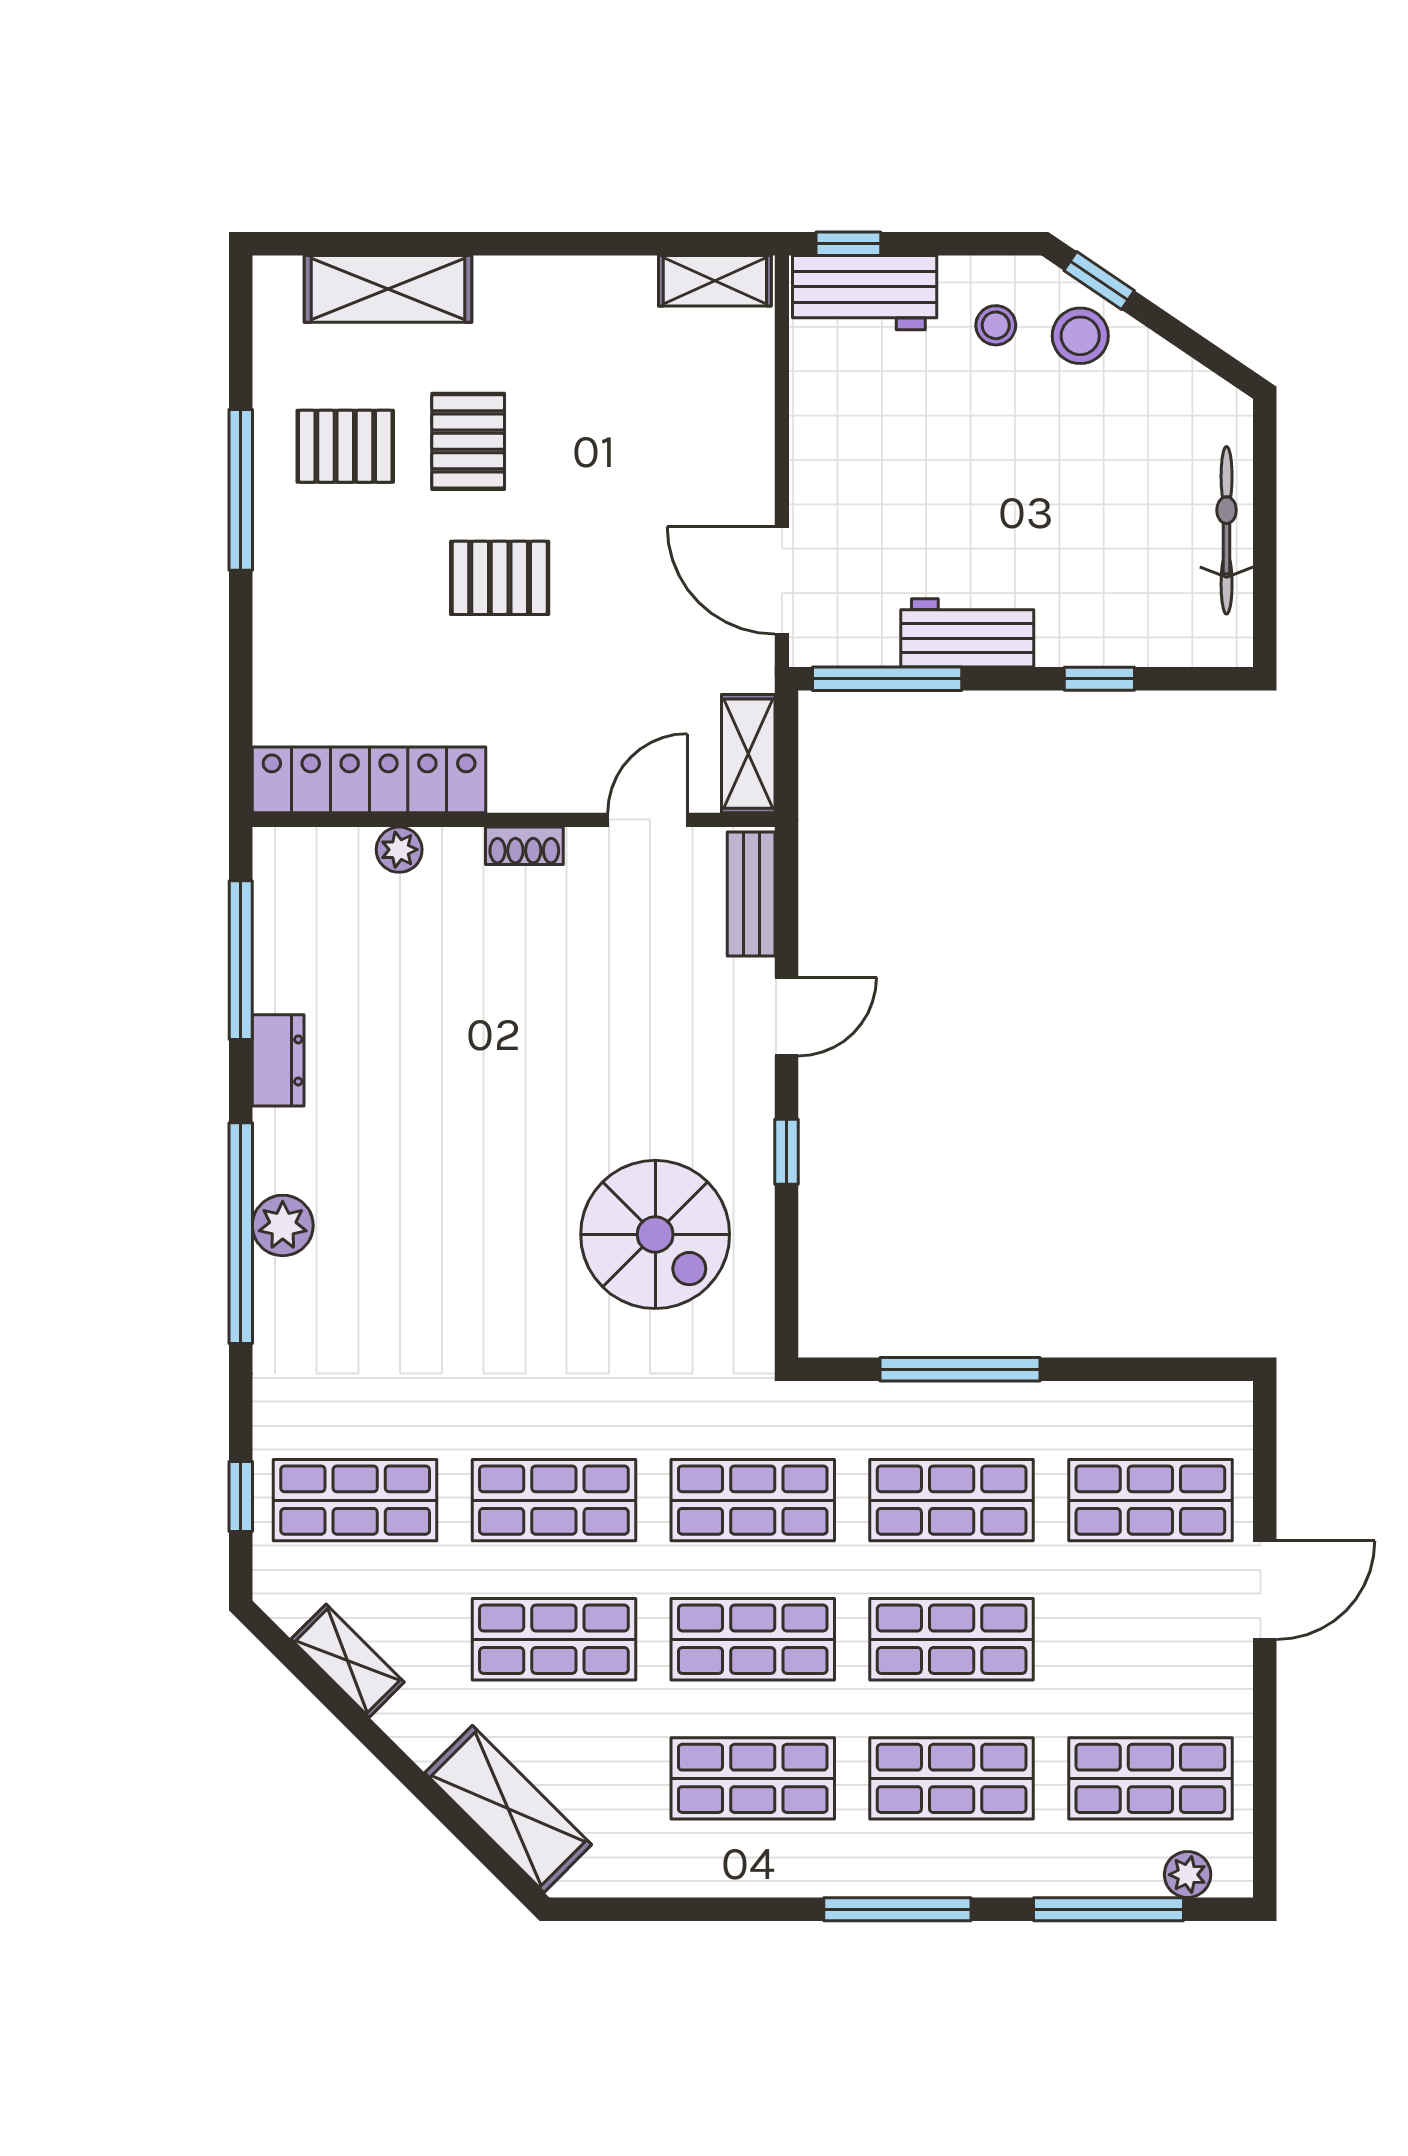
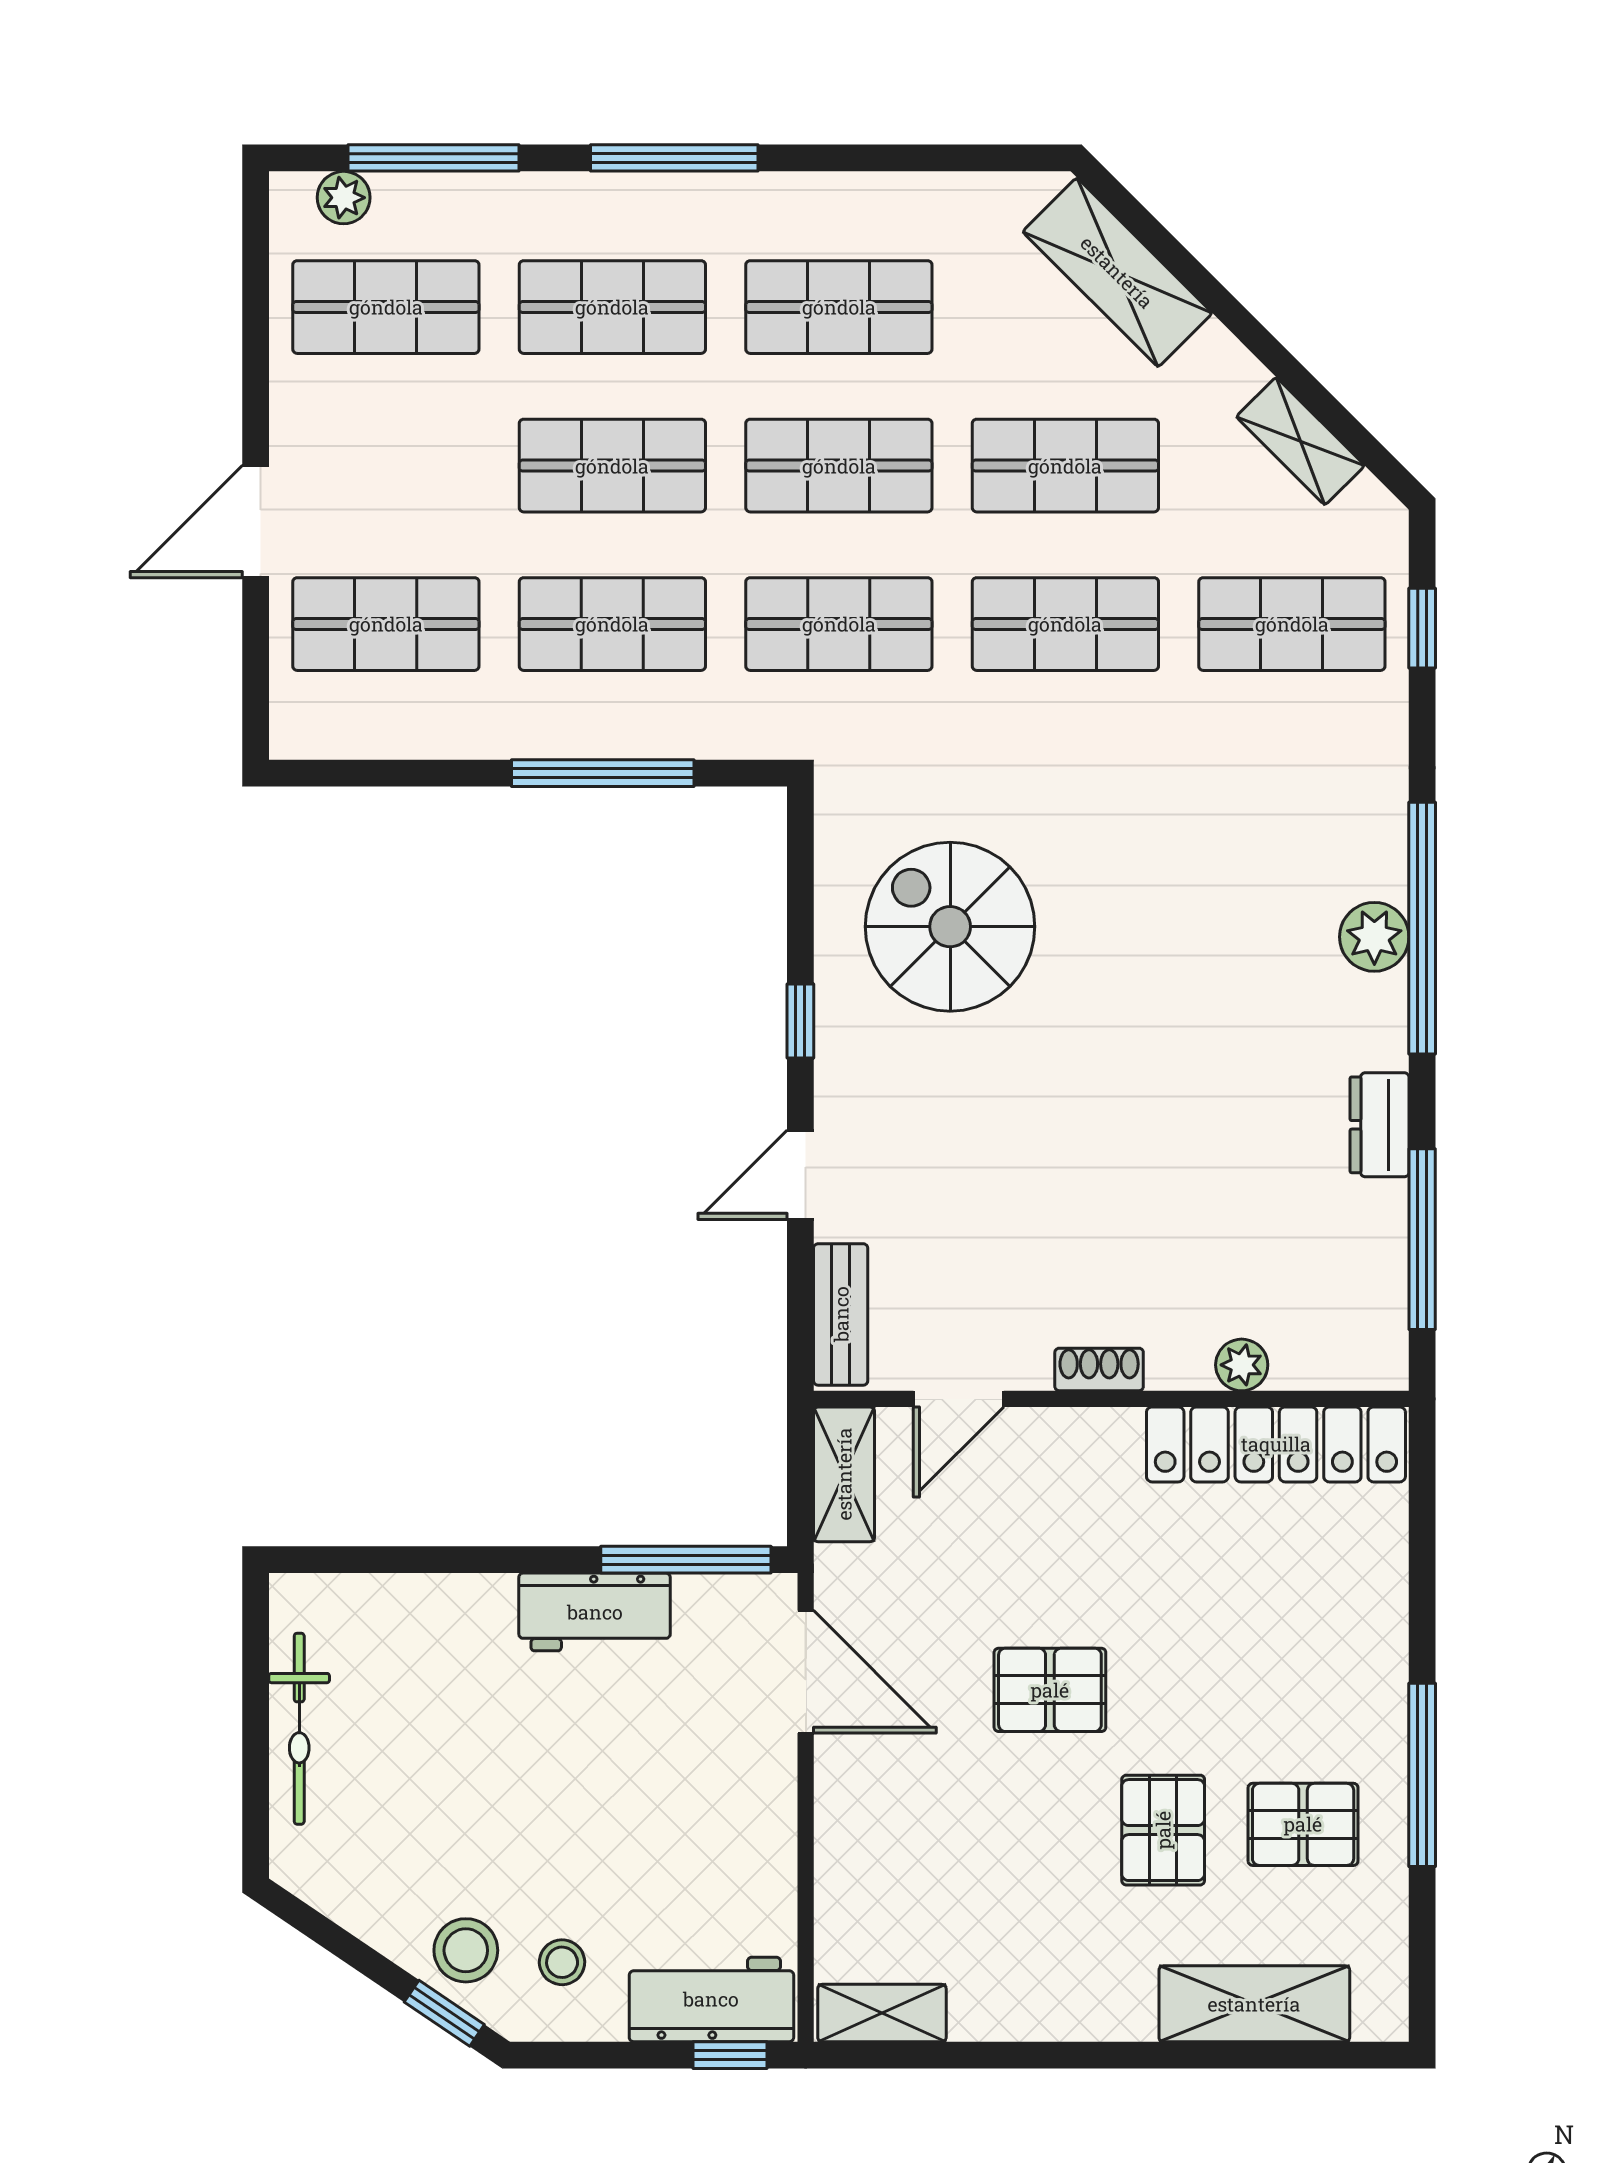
pallet: (500, 578) -> (1050, 1690), moved
window: (1099, 679) -> (444, 1560), removed

